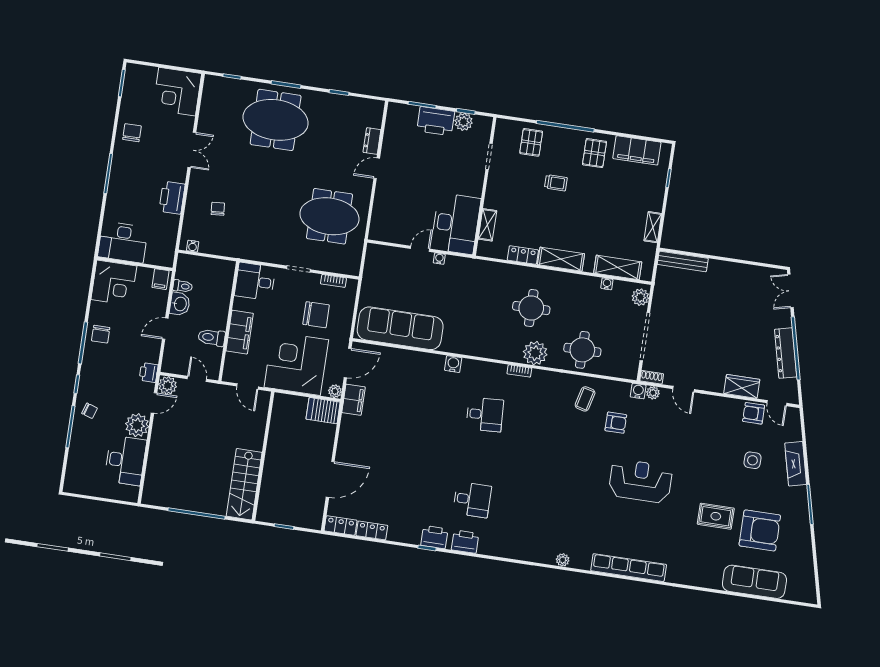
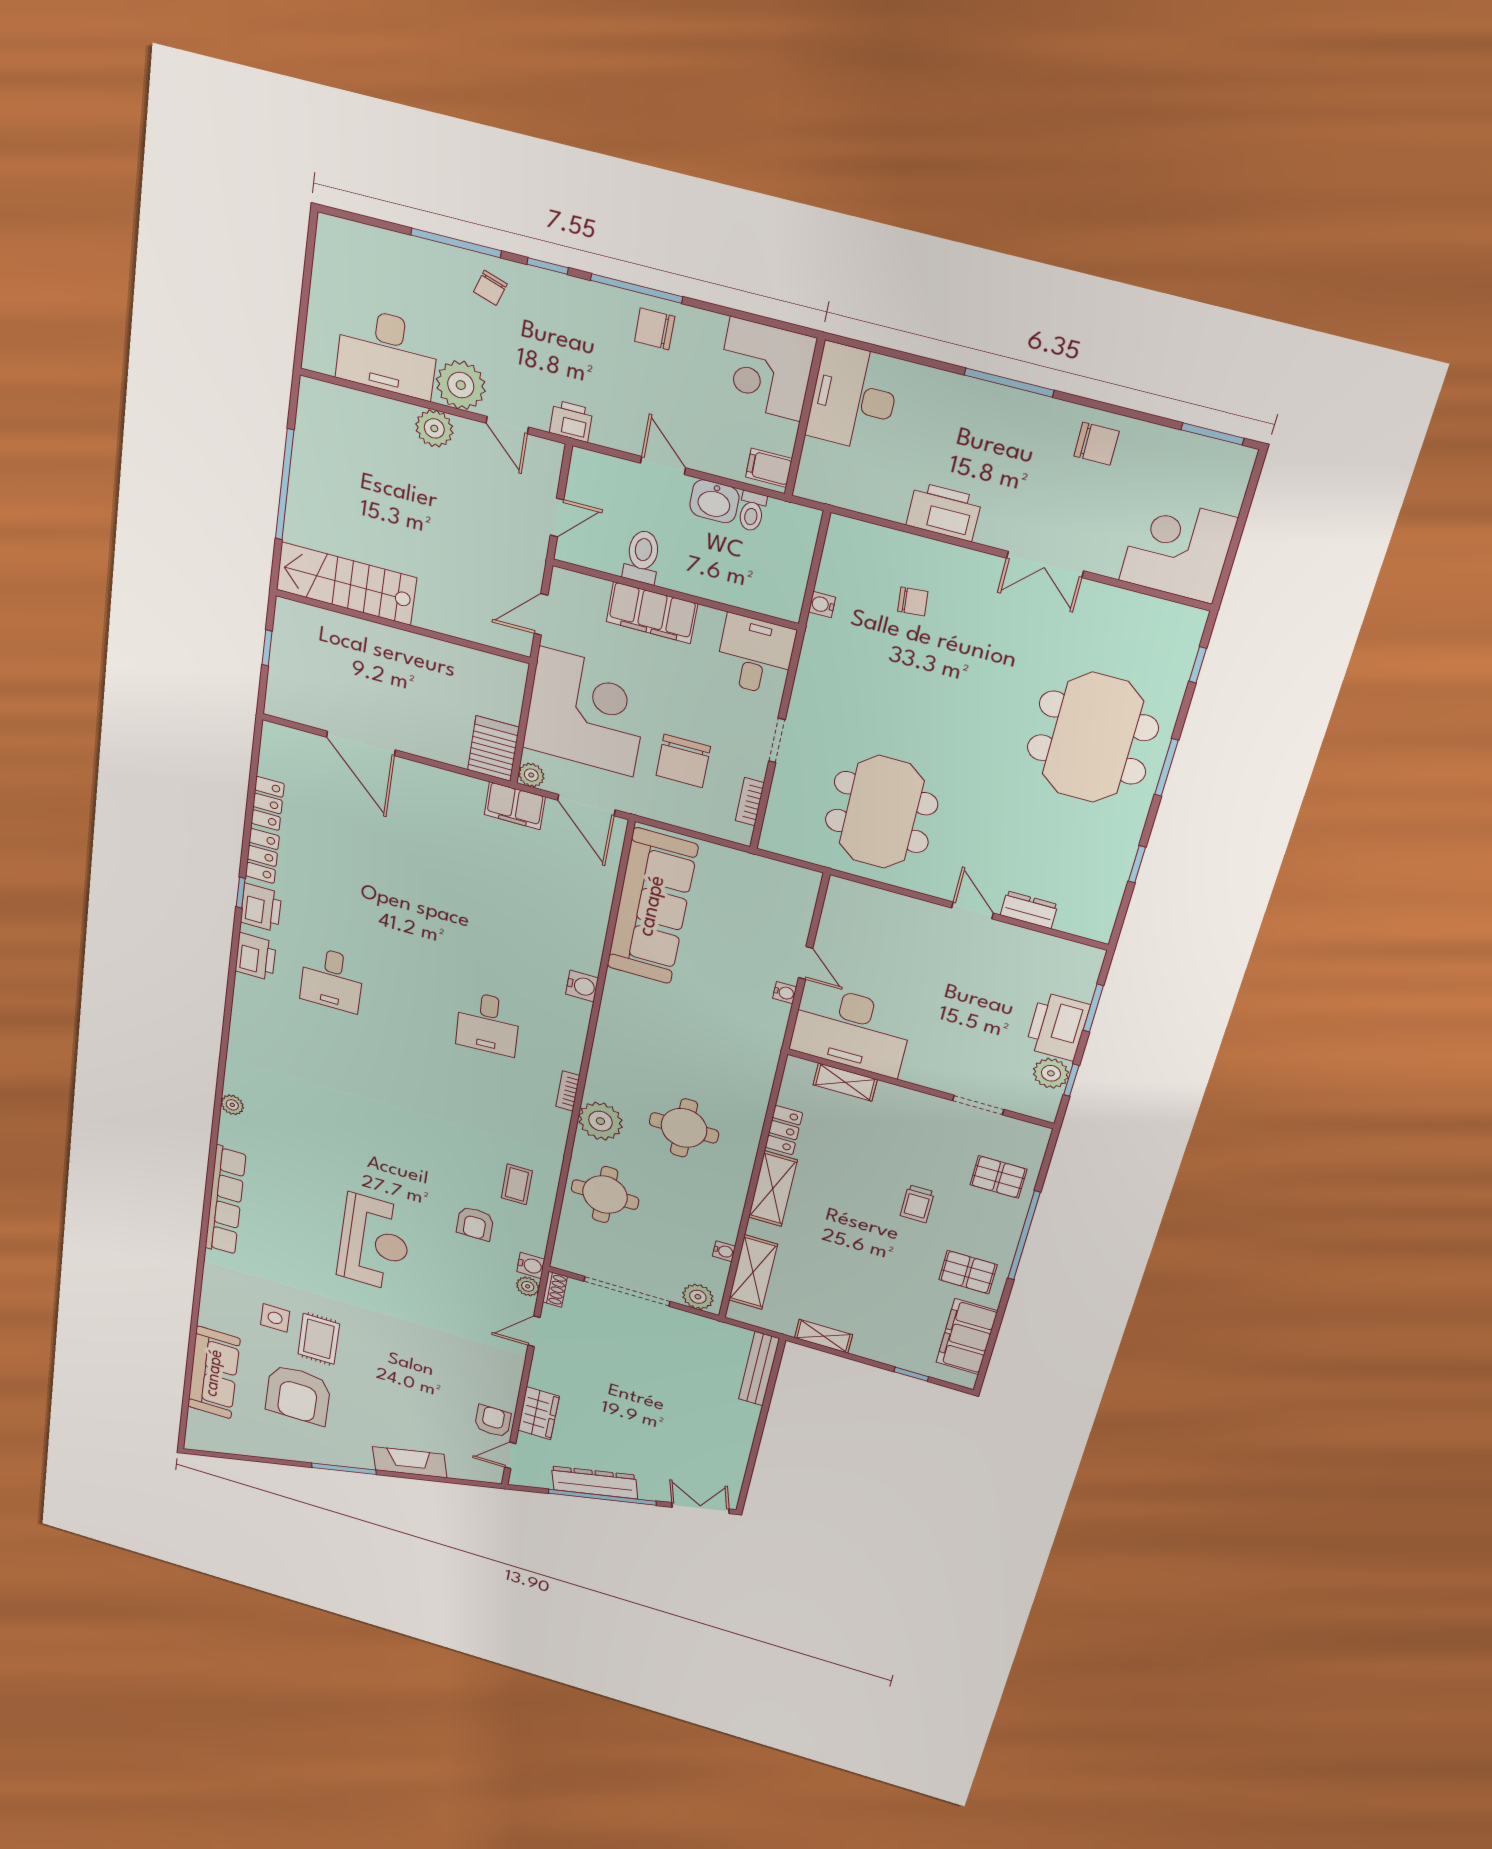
water cooler: (193, 246) -> (822, 605), moved
plant: (168, 385) -> (434, 428), moved
coffee table: (585, 399) -> (517, 1184), turned 76
side table: (752, 460) -> (275, 1318), moved
locker: (341, 526) -> (262, 856), moved

